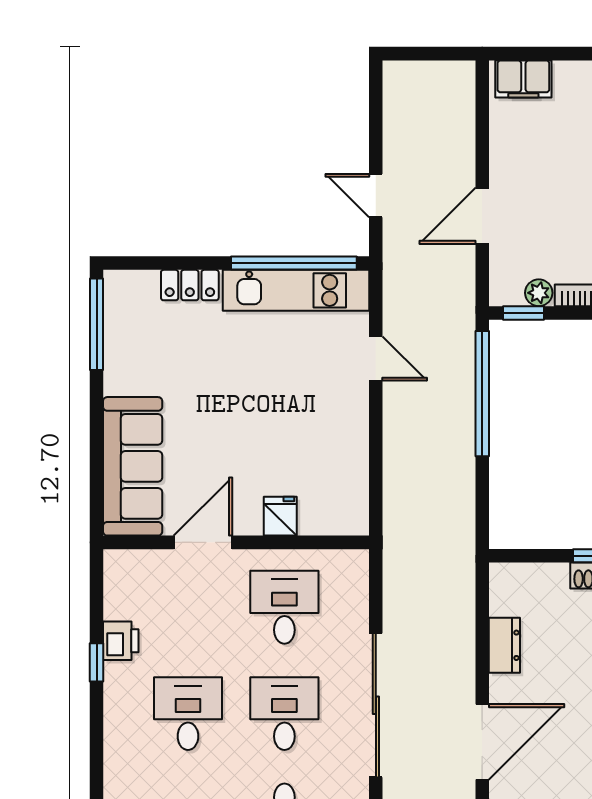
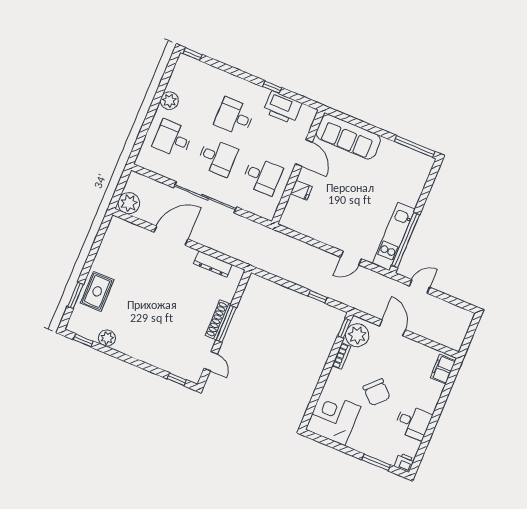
locker: (190, 285) -> (415, 193), removed
plant: (539, 293) -> (357, 335), width x1.88, depth x1.88
window: (482, 394) -> (318, 297), width x0.32
printer: (121, 641) -> (282, 108), width x1.87, depth x1.48
dresser: (504, 645) -> (213, 264), width x1.44
desk: (188, 714) -> (234, 117), turned 180
door: (482, 742) -> (171, 236), swing flipped

